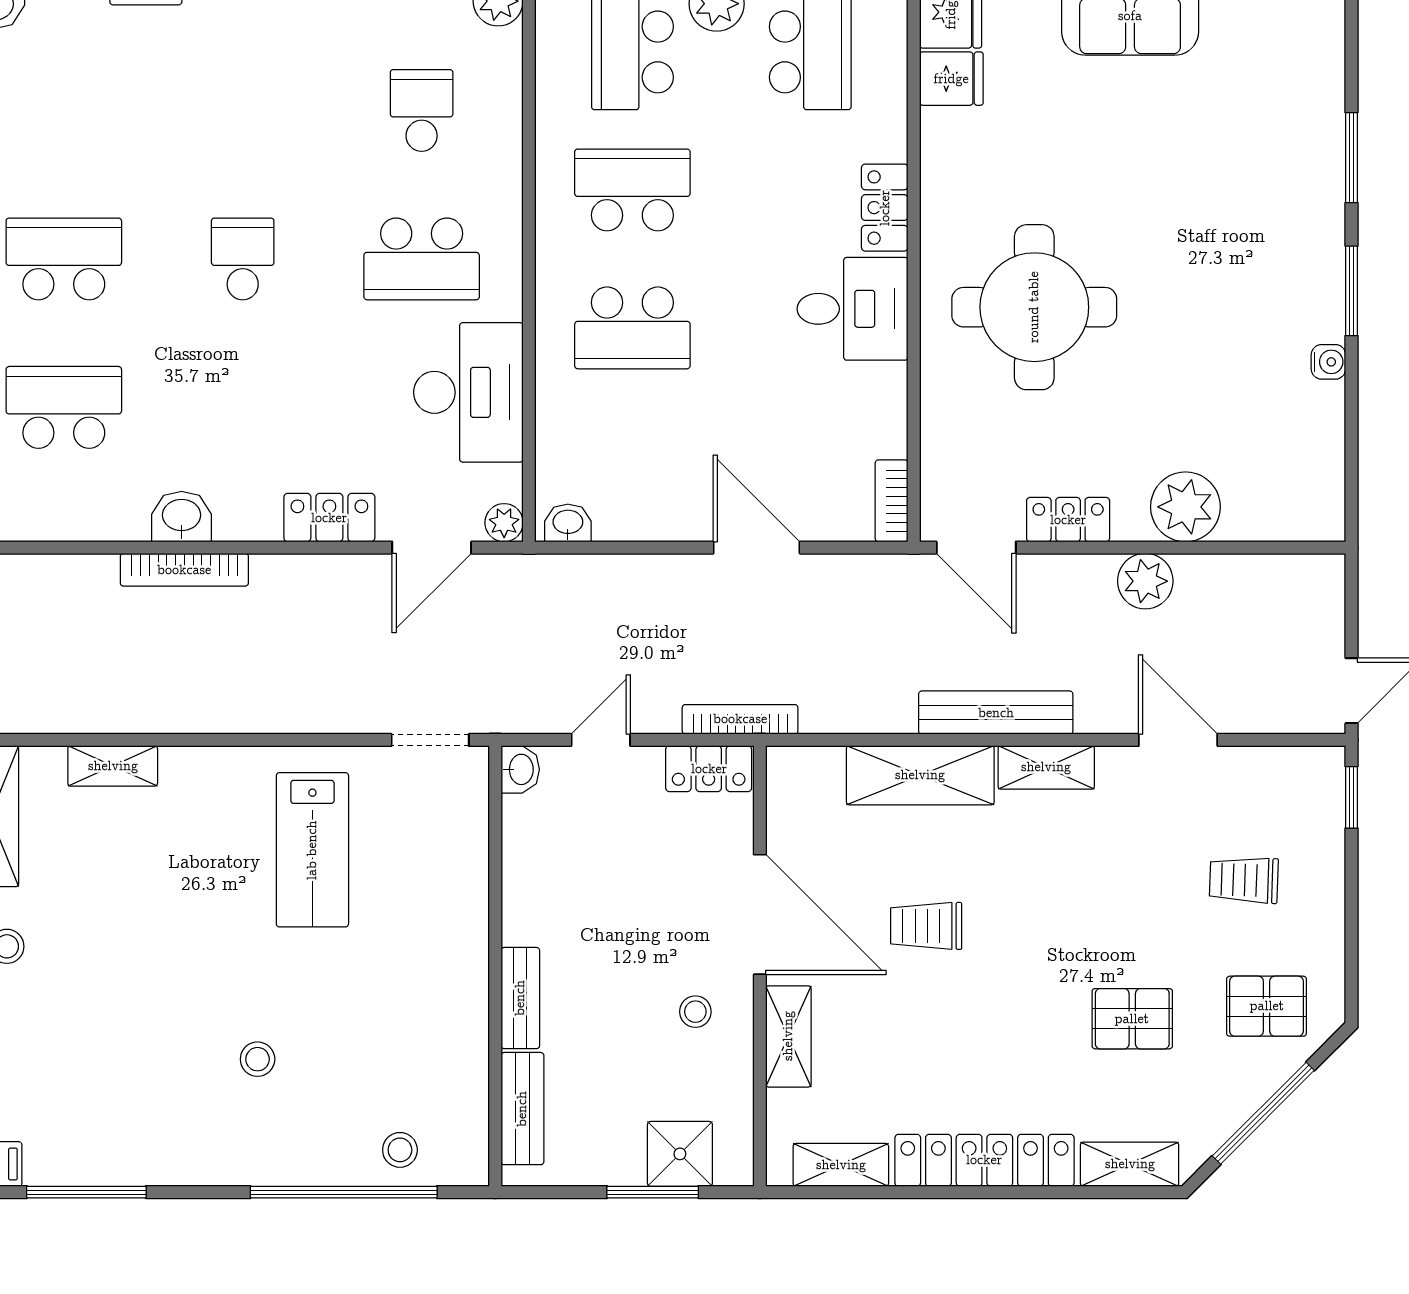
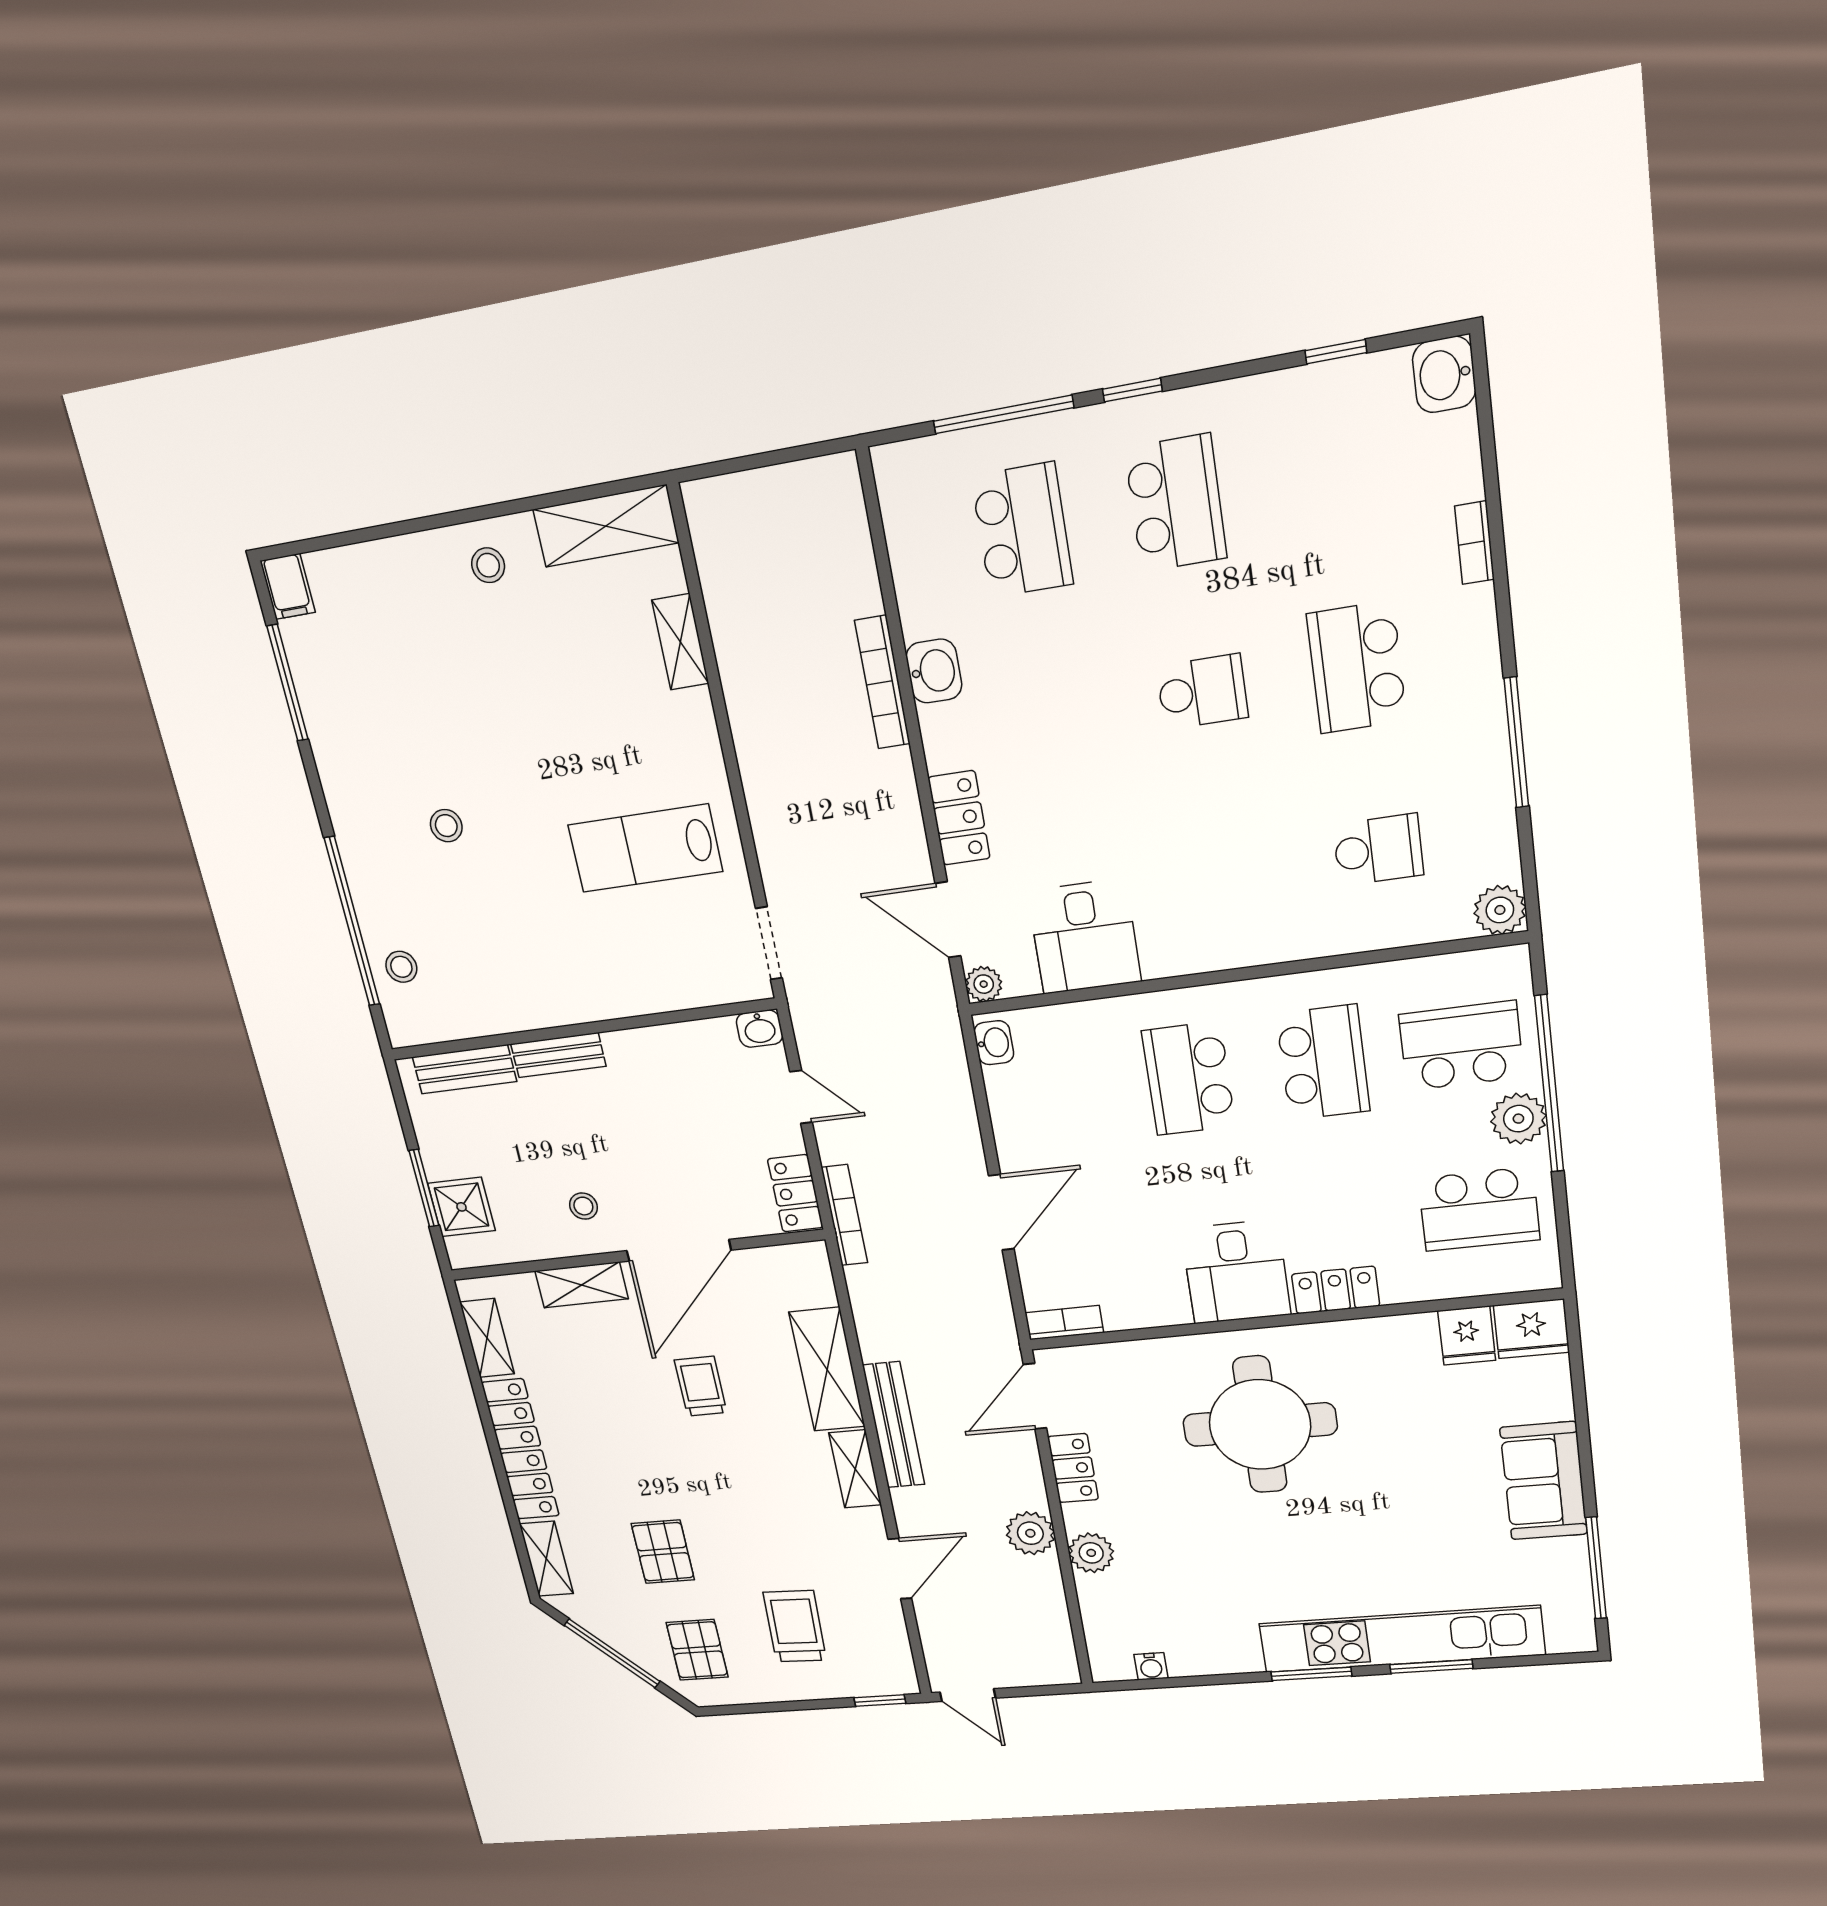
kitchen unit: (1314, 187) -> (1401, 1639), added
school desk: (422, 259) -> (1357, 667), moved
water cooler: (1328, 362) -> (1151, 1666), moved
desk: (468, 392) -> (1084, 937), width x0.73
plant: (1185, 507) -> (1091, 1553), width x0.73, depth x0.73
trolley: (1244, 880) -> (795, 1626), width x1.36, depth x1.39

